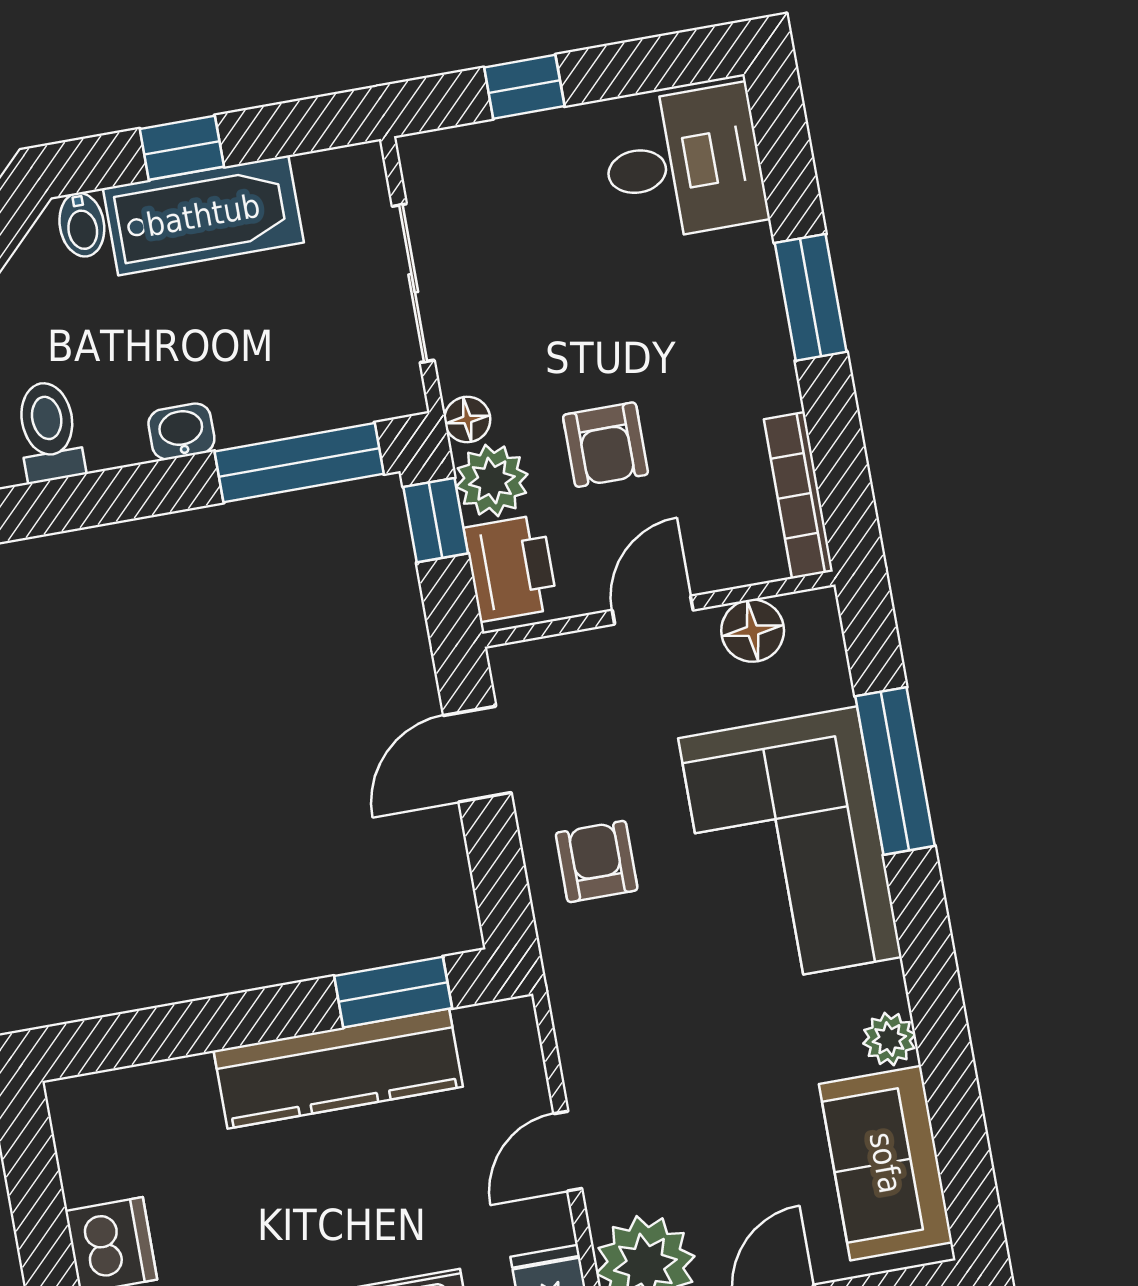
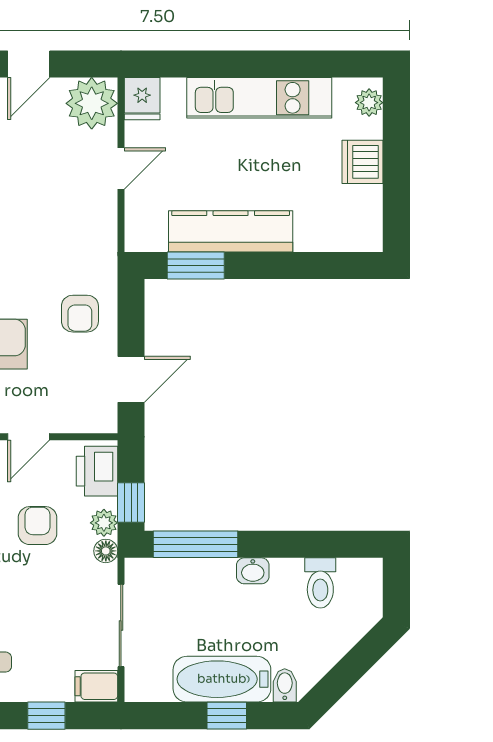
filing cabinet: (439, 159) -> (96, 686), added
plant: (492, 480) -> (104, 523), width x0.73, depth x0.73

